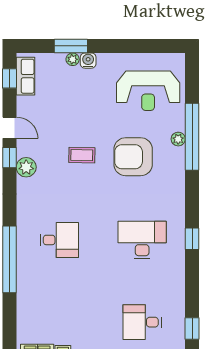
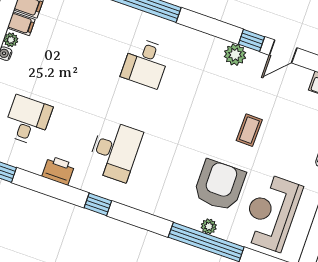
coffee table: (82, 155) -> (249, 130), moved
armchair: (133, 157) -> (219, 185), moved
printer: (175, 282) -> (58, 170), added

